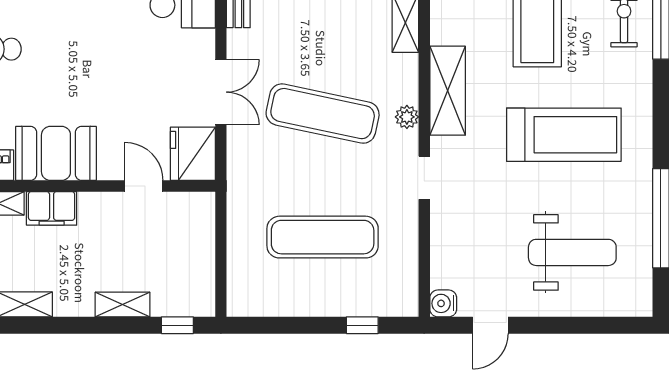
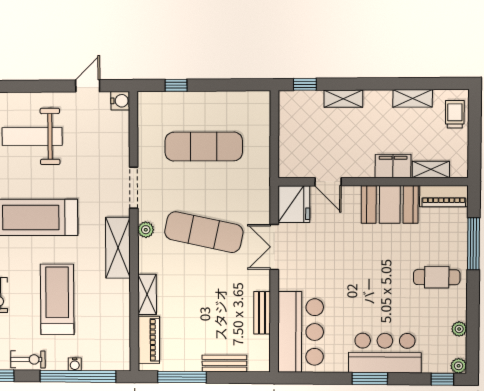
doorway: (424, 178) -> (134, 188), width x1.38

